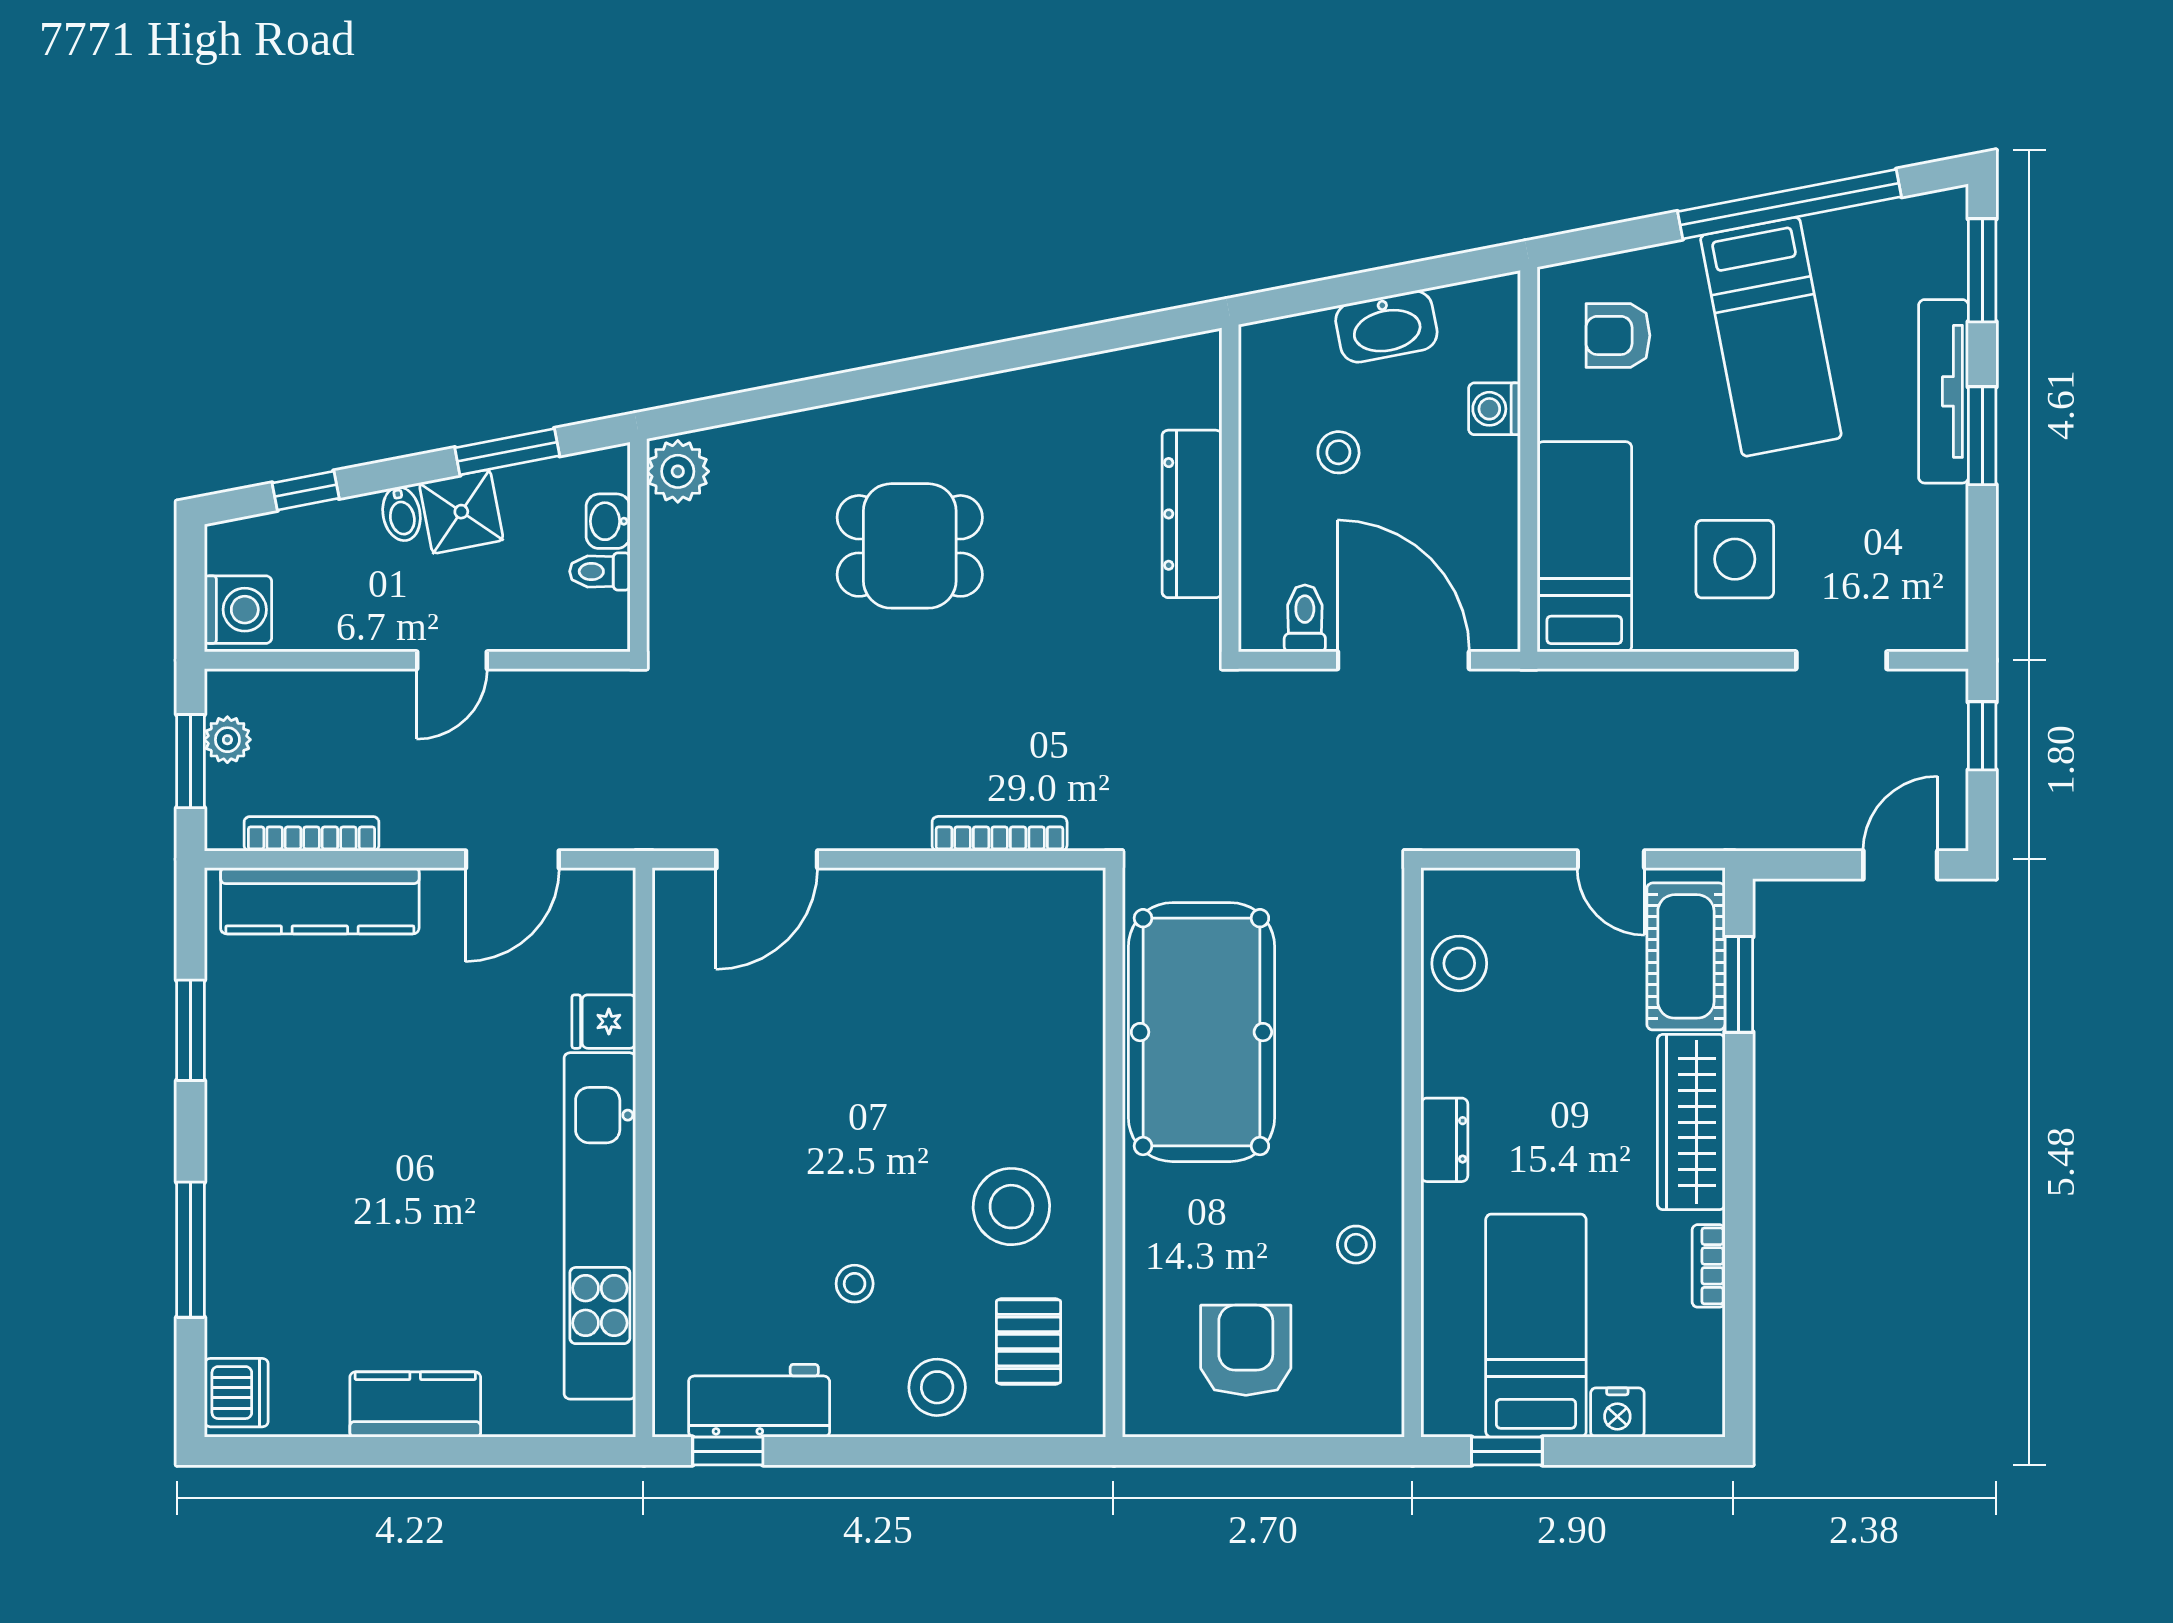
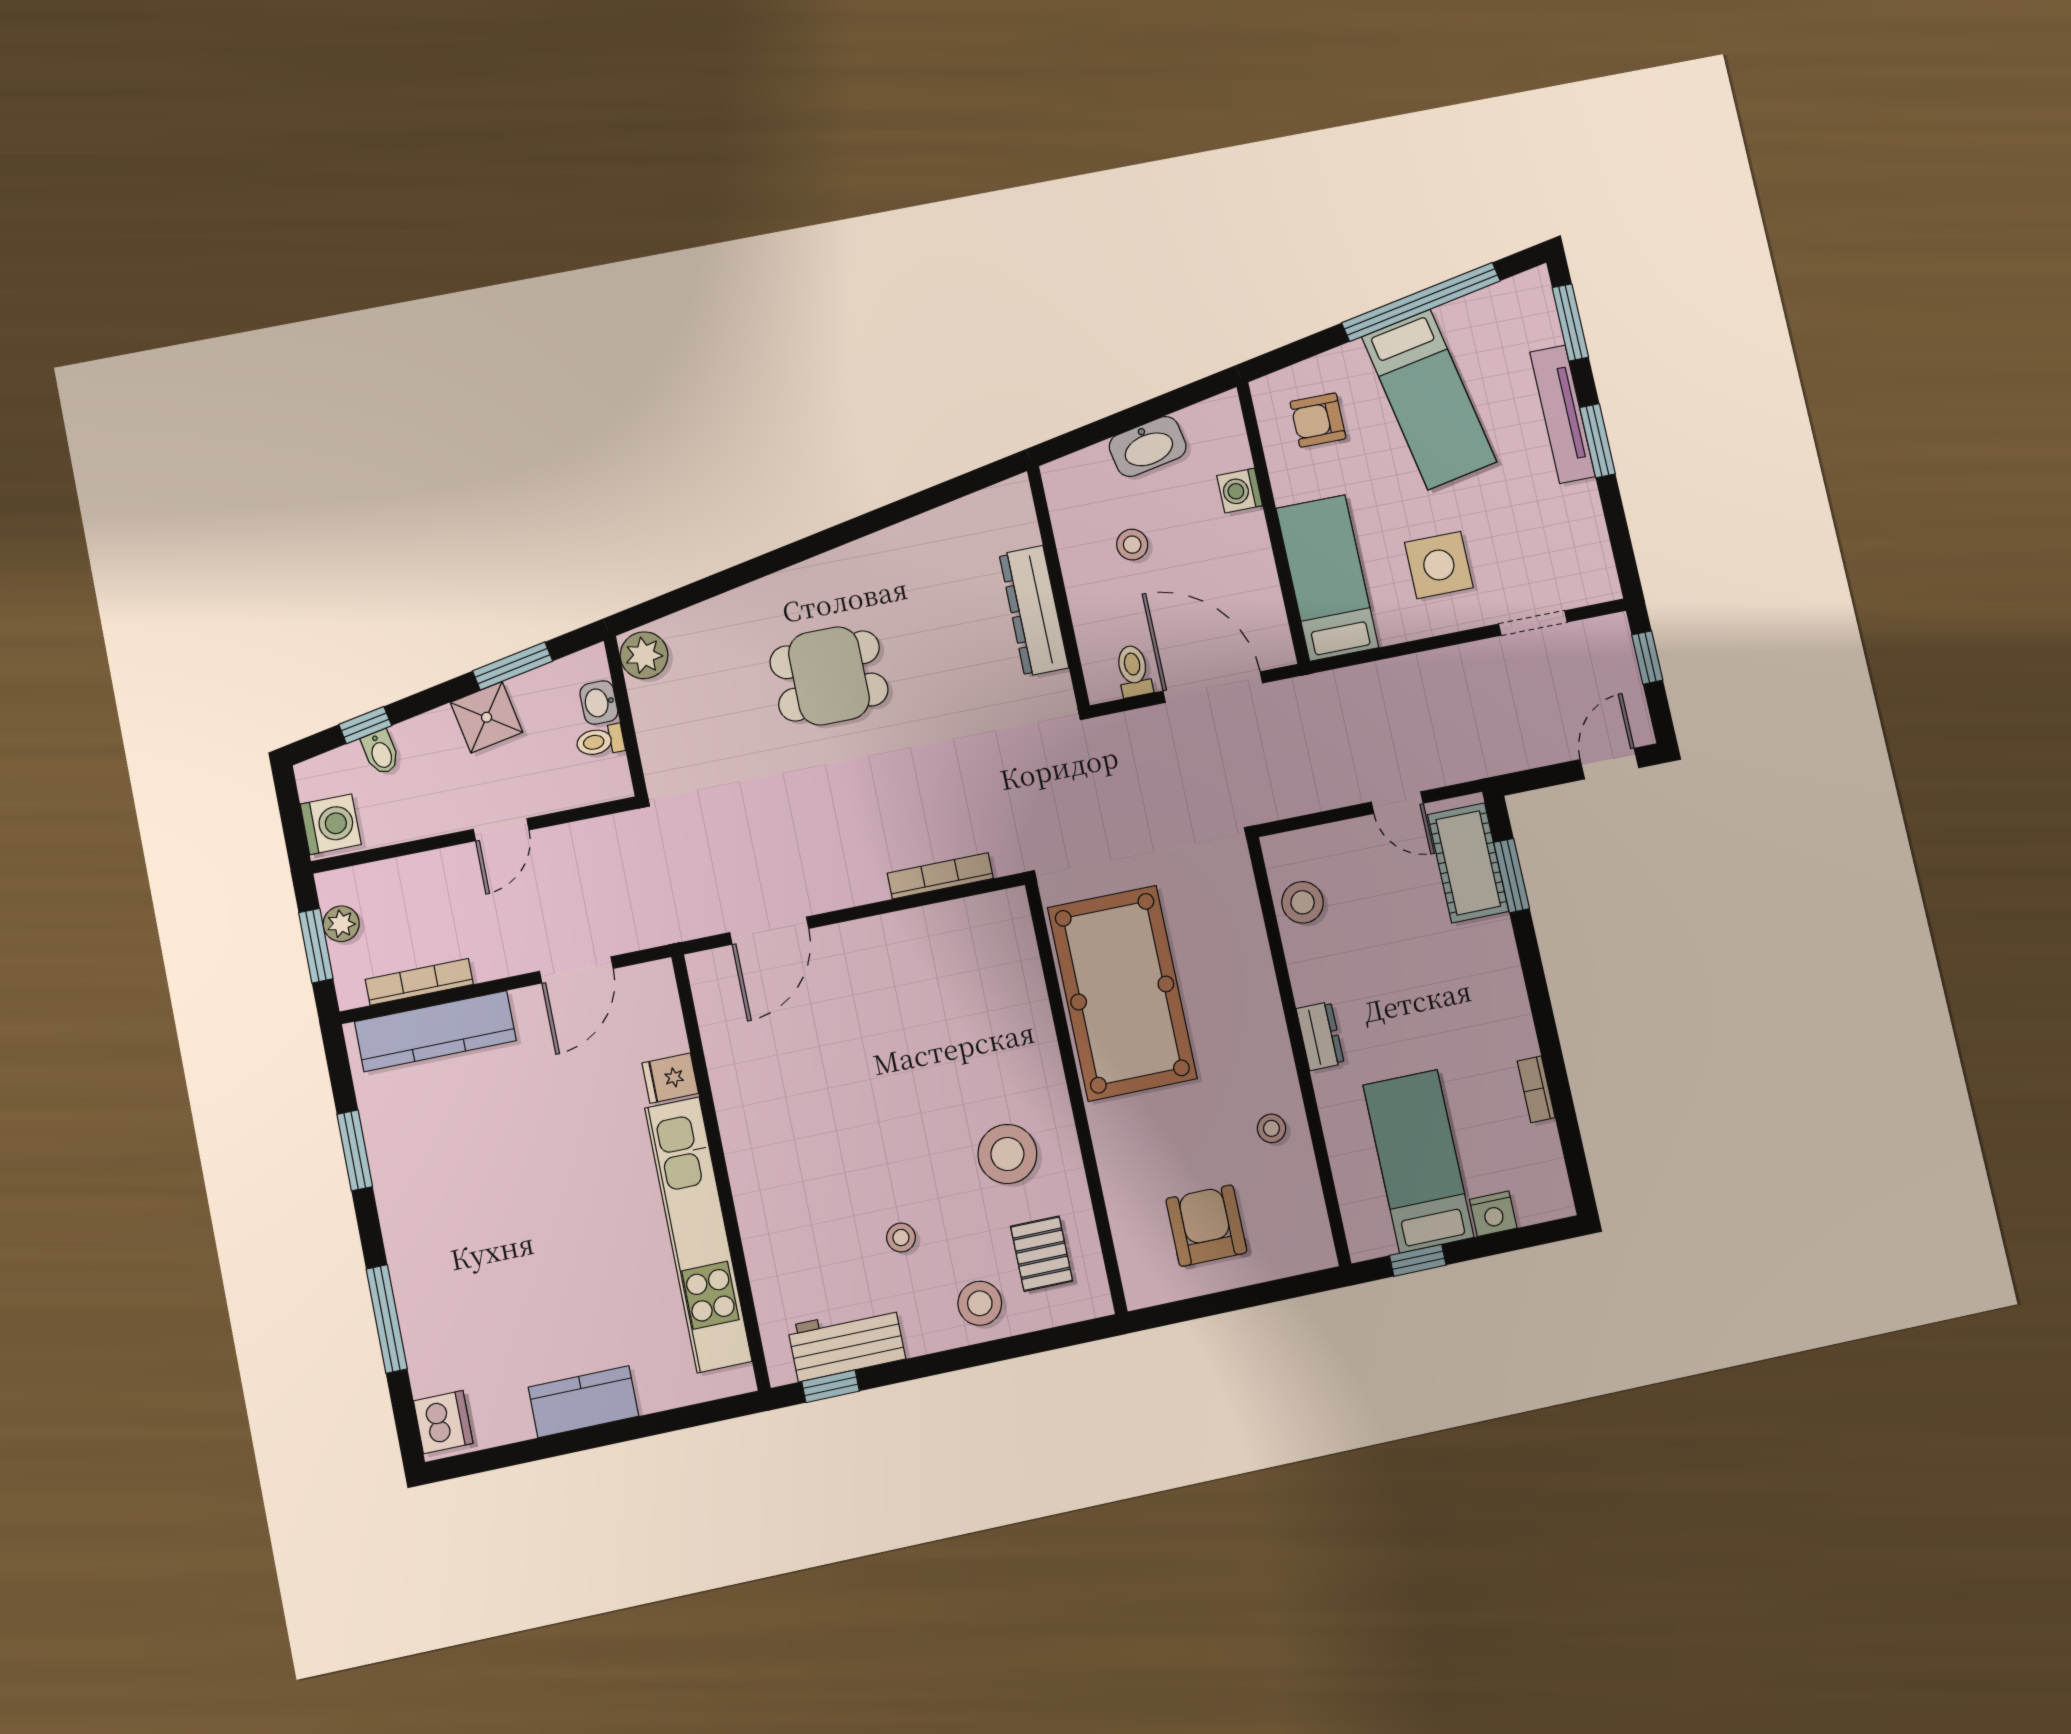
bidet: (402, 514) -> (381, 752), moved
wardrobe: (1691, 1122) -> (1499, 985), removed

